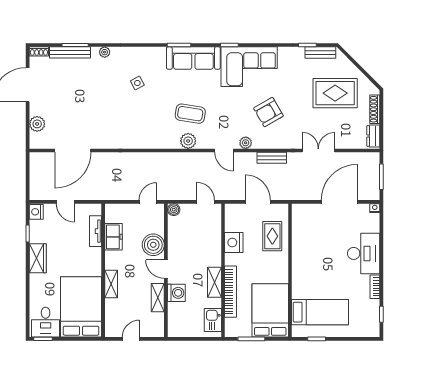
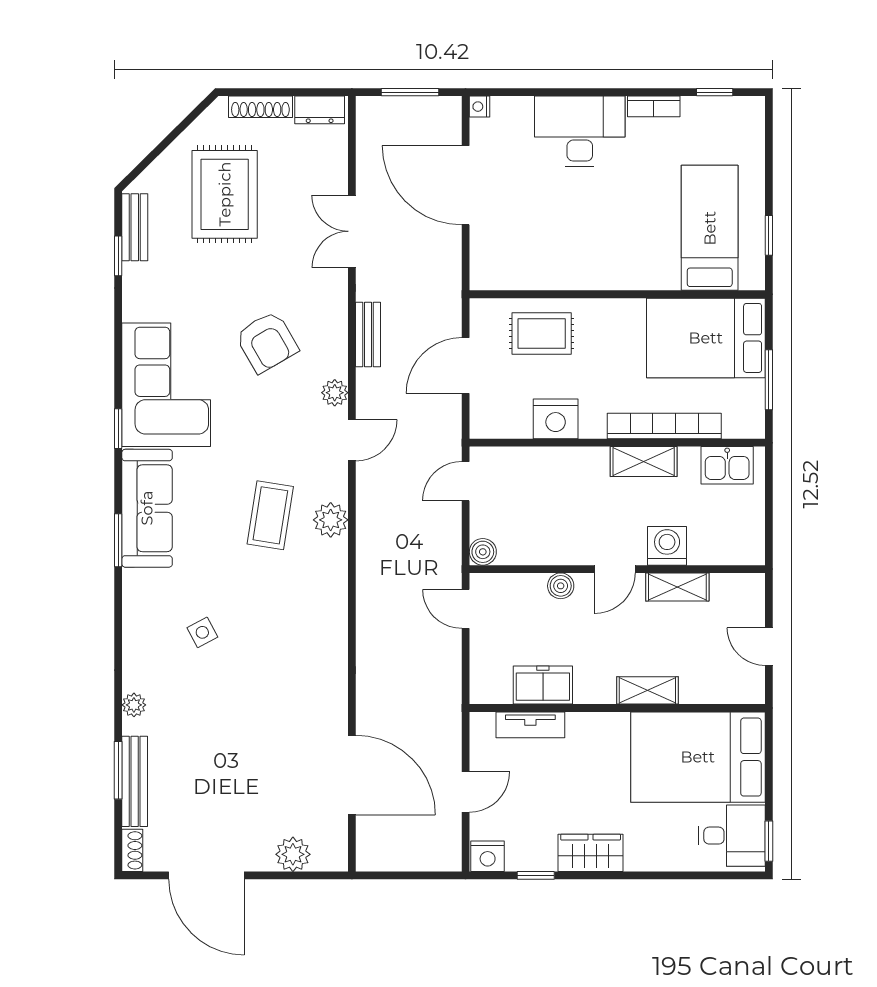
boiler: (153, 245) -> (561, 586), width x0.54, depth x0.54

